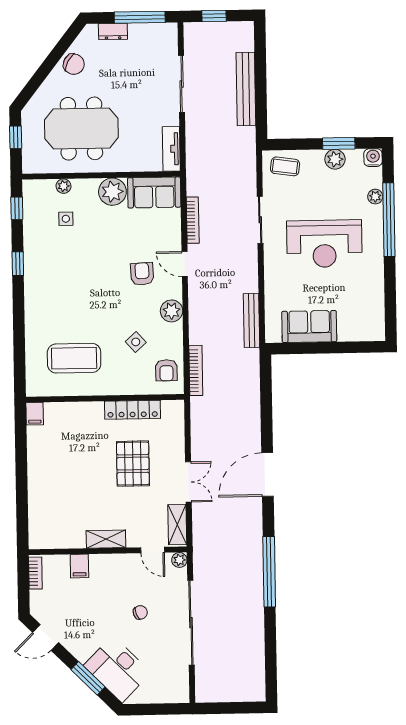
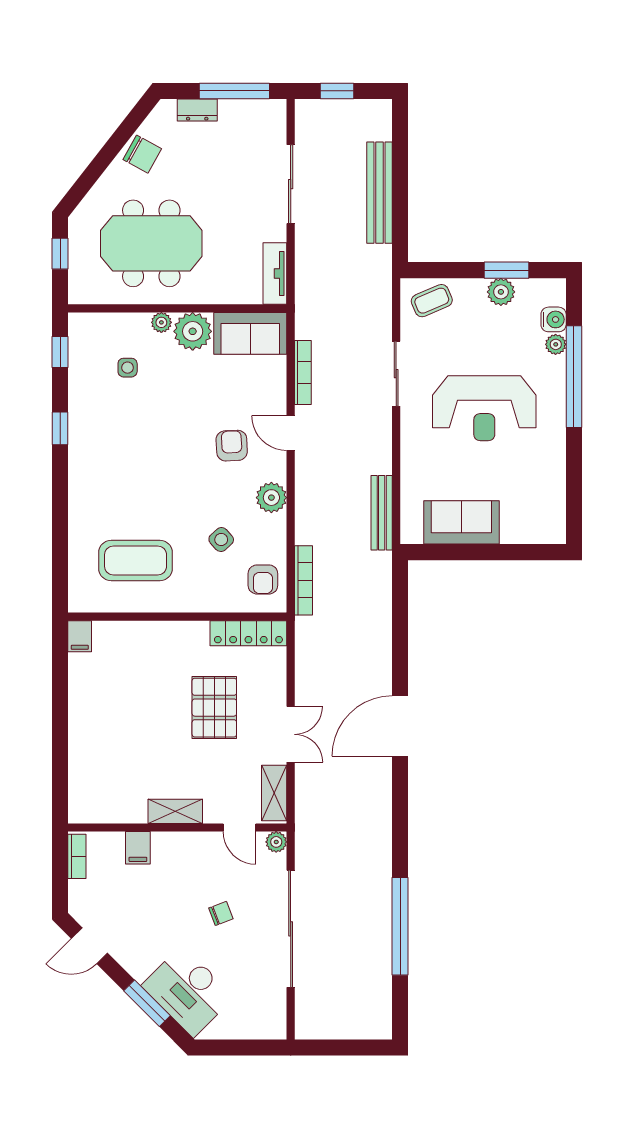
water cooler: (373, 158) -> (554, 319), moved, turned 90
coffee table: (285, 166) -> (432, 301), turned -31
plant: (64, 186) -> (161, 322), moved
locker: (132, 410) -> (248, 633), moved
window: (269, 572) -> (400, 926), moved

